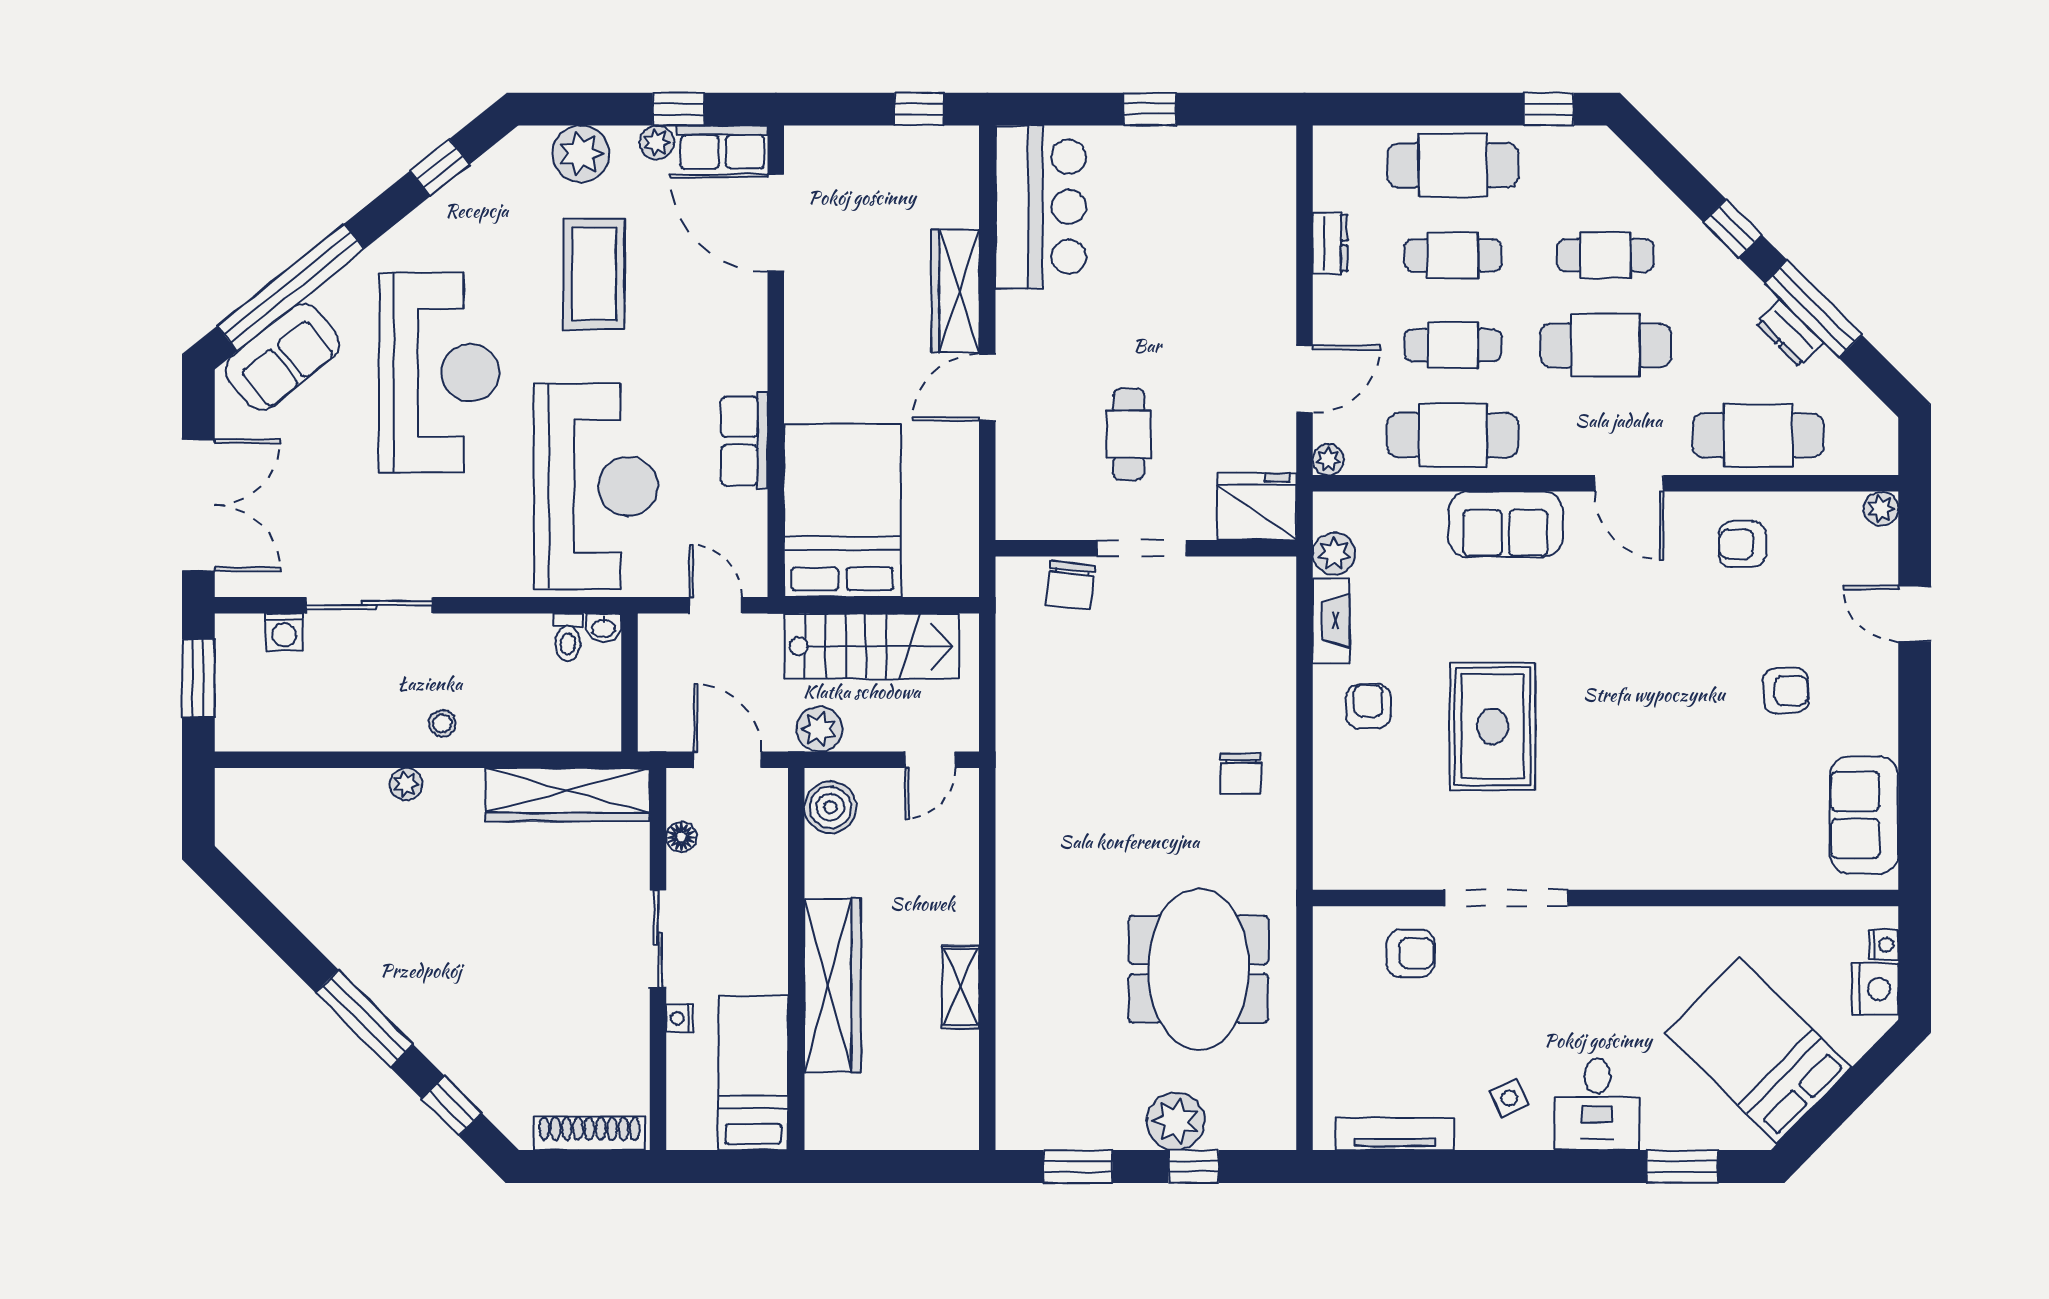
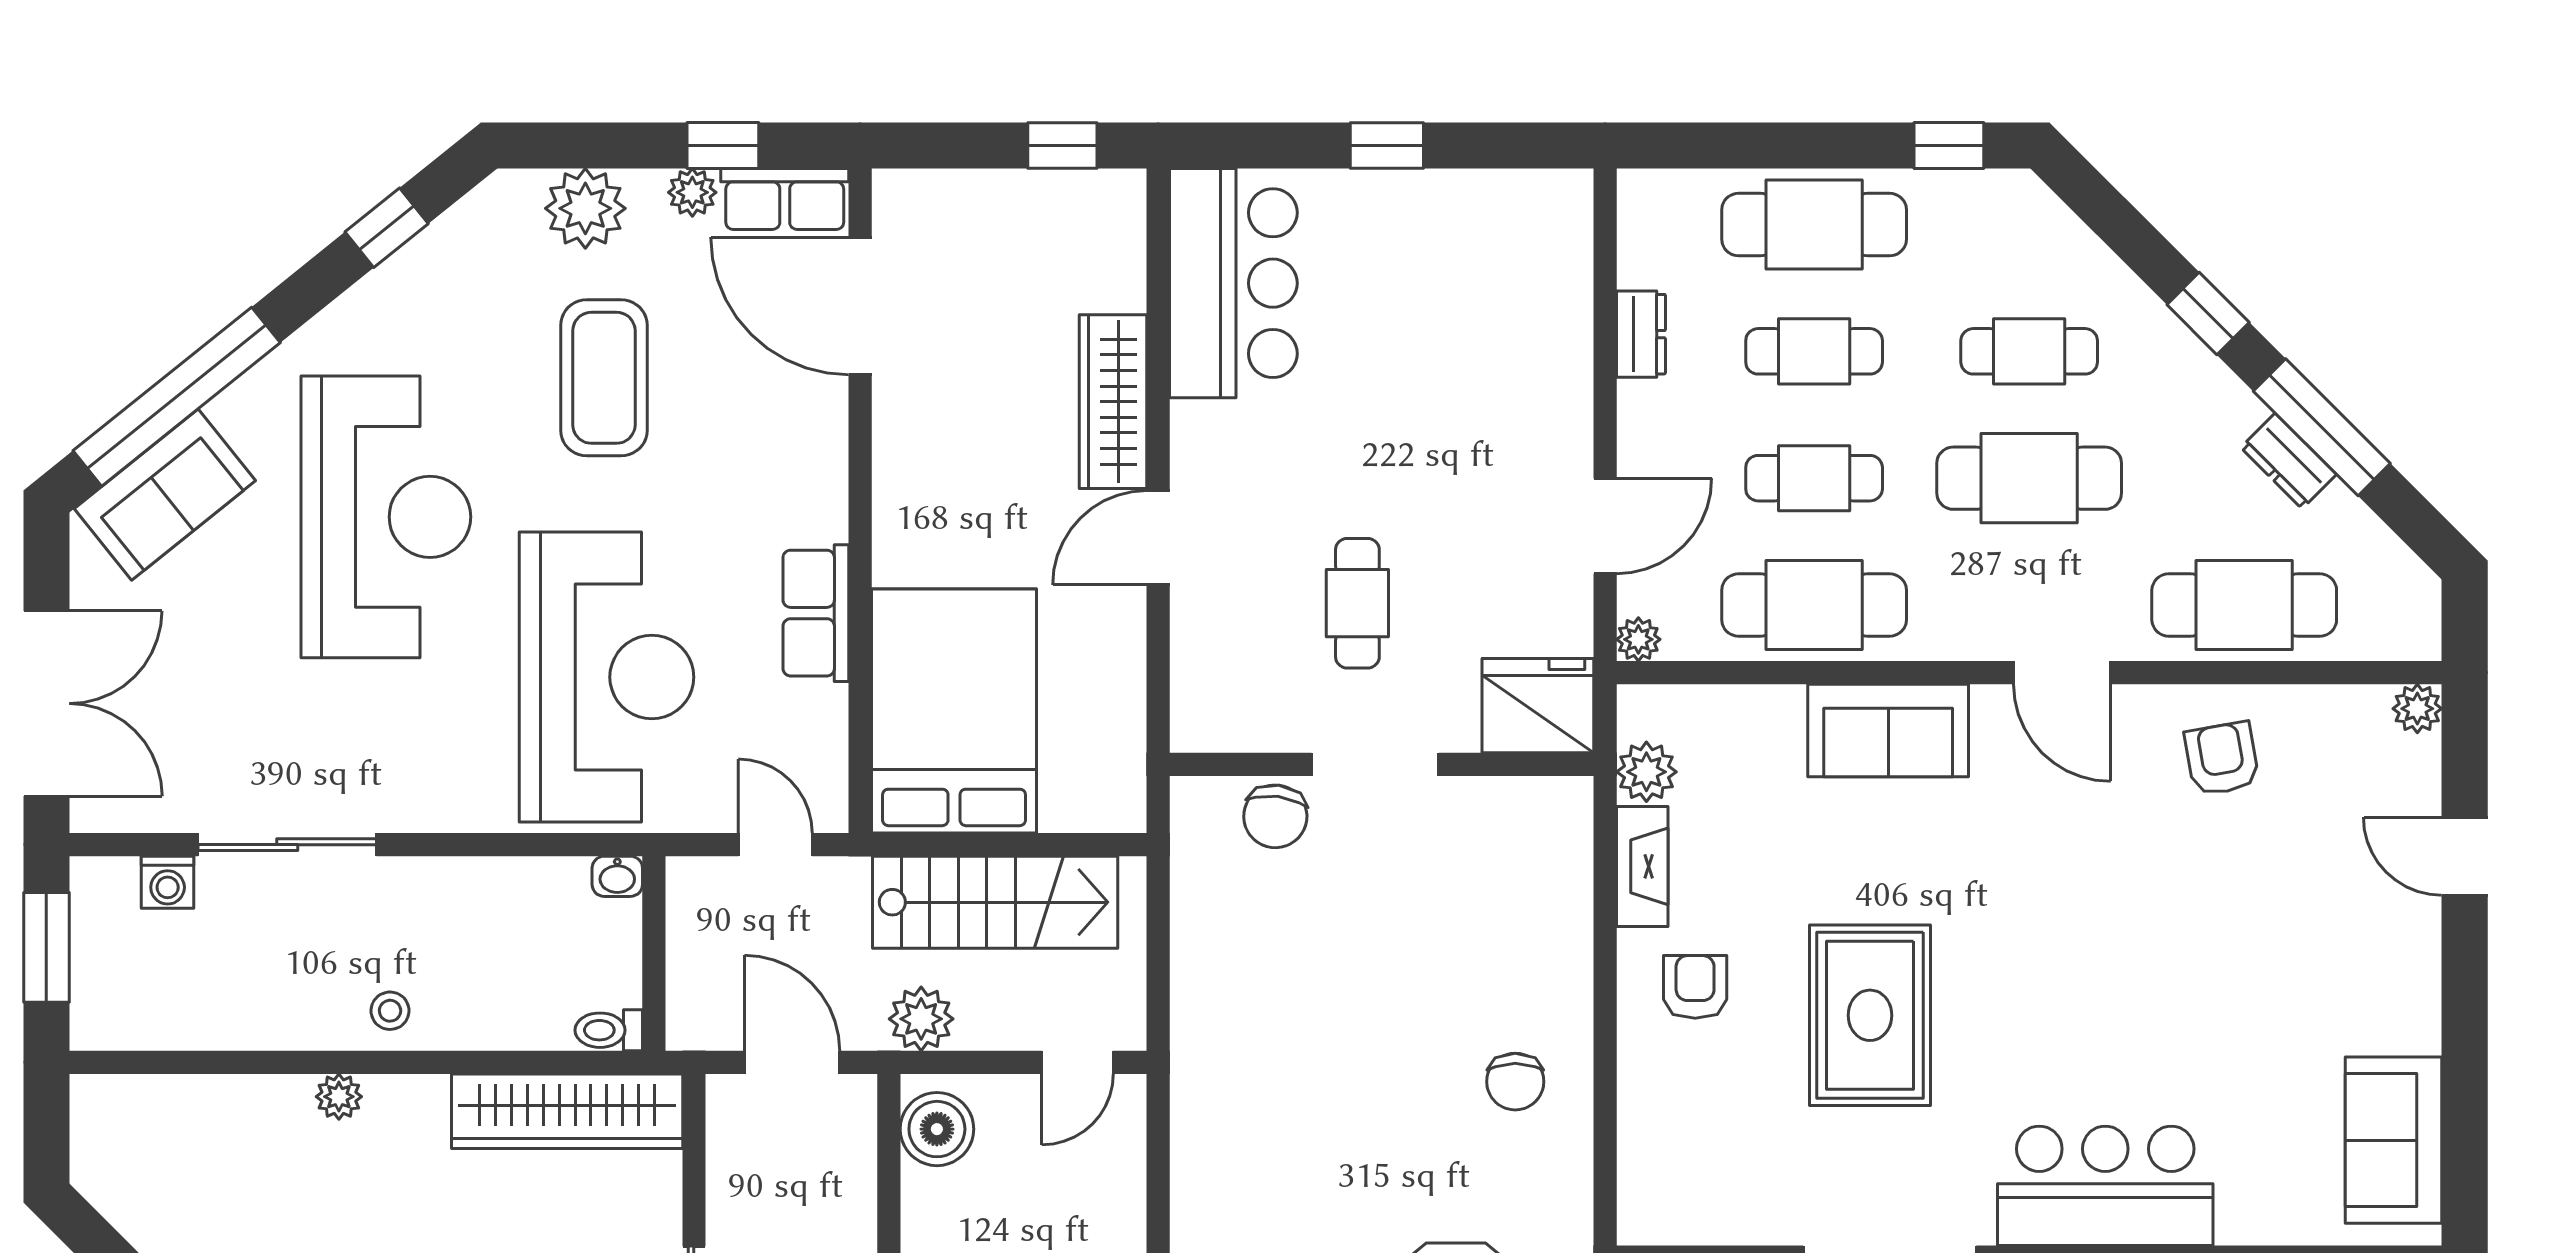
armchair: (1742, 544) -> (2222, 759), turned 80
toilet: (568, 637) -> (609, 1030), moved, turned 90
armchair: (1786, 691) -> (2283, 965), removed
floor lamp: (681, 837) -> (727, 1171), removed
bar counter: (1660, 848) -> (2105, 1186), added

